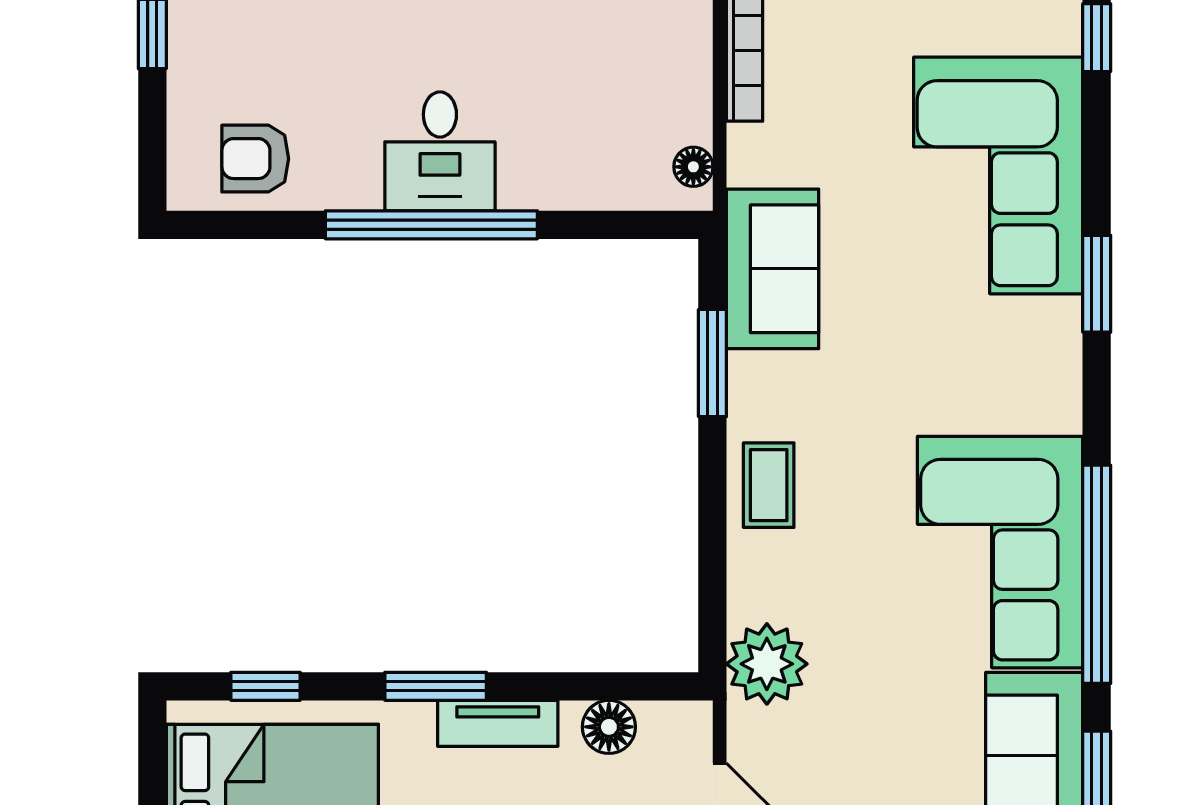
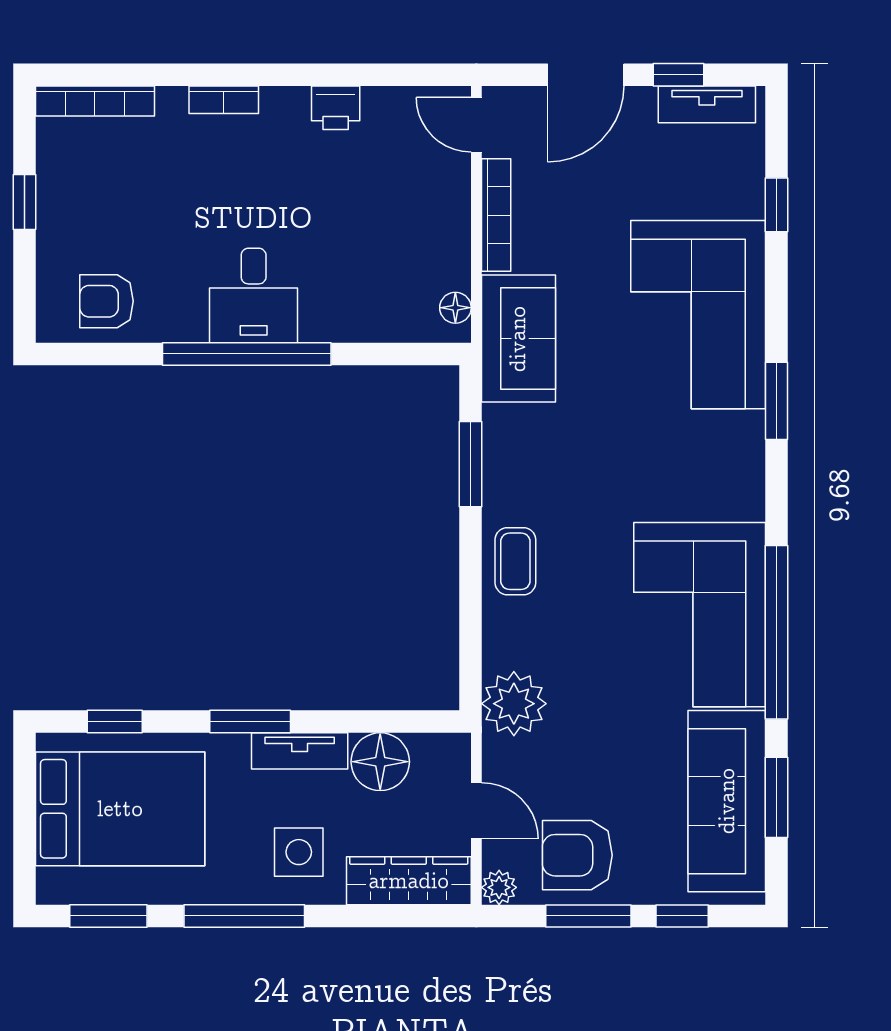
sofa: (773, 269) -> (518, 339), moved
floor lamp: (609, 727) -> (380, 762), width x1.38, depth x1.38

